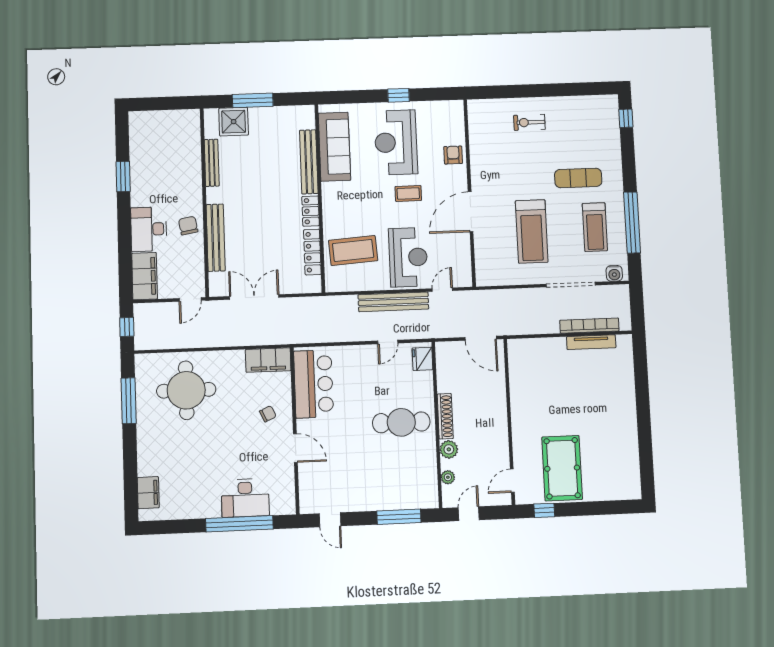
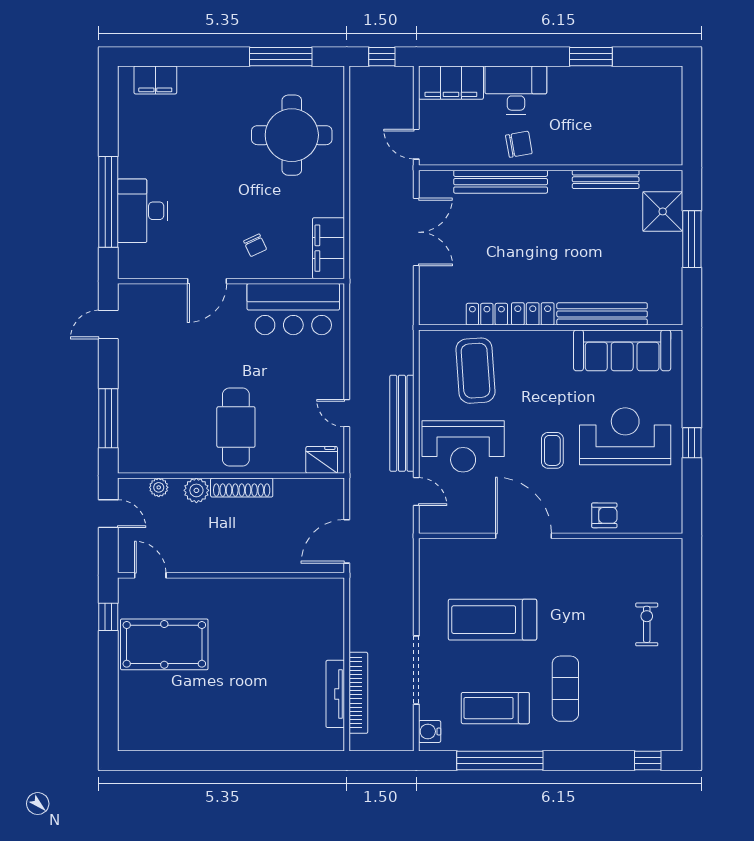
locker: (312, 252) -> (487, 314), width x0.66

